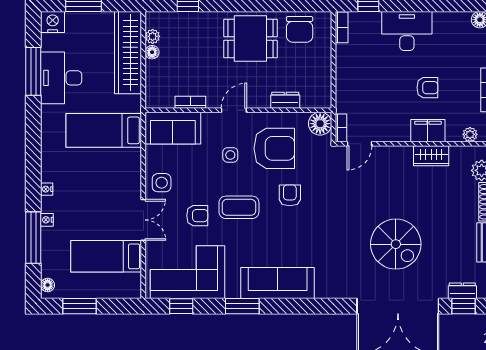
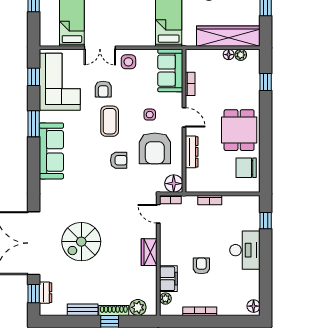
bookcase: (342, 27) -> (210, 200), moved
armchair: (427, 88) -> (201, 266), turned 180
dresser: (285, 100) -> (192, 152), width x1.44
filing cabinet: (428, 131) -> (168, 279), moved
wardrobe: (431, 156) -> (149, 252), moved

